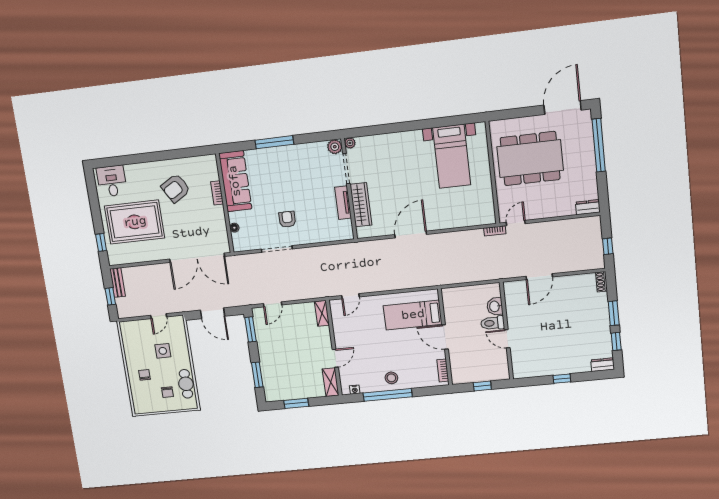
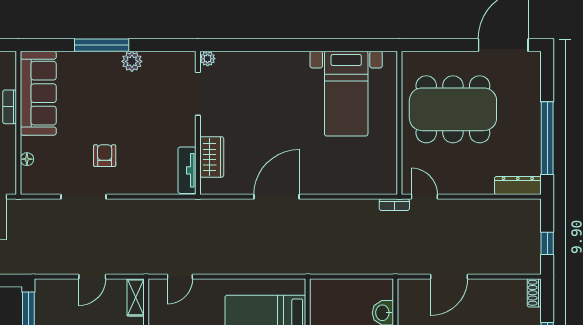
window: (599, 145) -> (547, 138), moved
plant: (335, 147) -> (132, 61), moved
tv unit: (343, 203) -> (187, 170), moved
wardrobe: (361, 205) -> (212, 157), width x0.67
dresser: (588, 207) -> (518, 186), width x1.44
door: (516, 223) -> (424, 197), hinge flipped
door: (273, 304) -> (92, 277), moved

